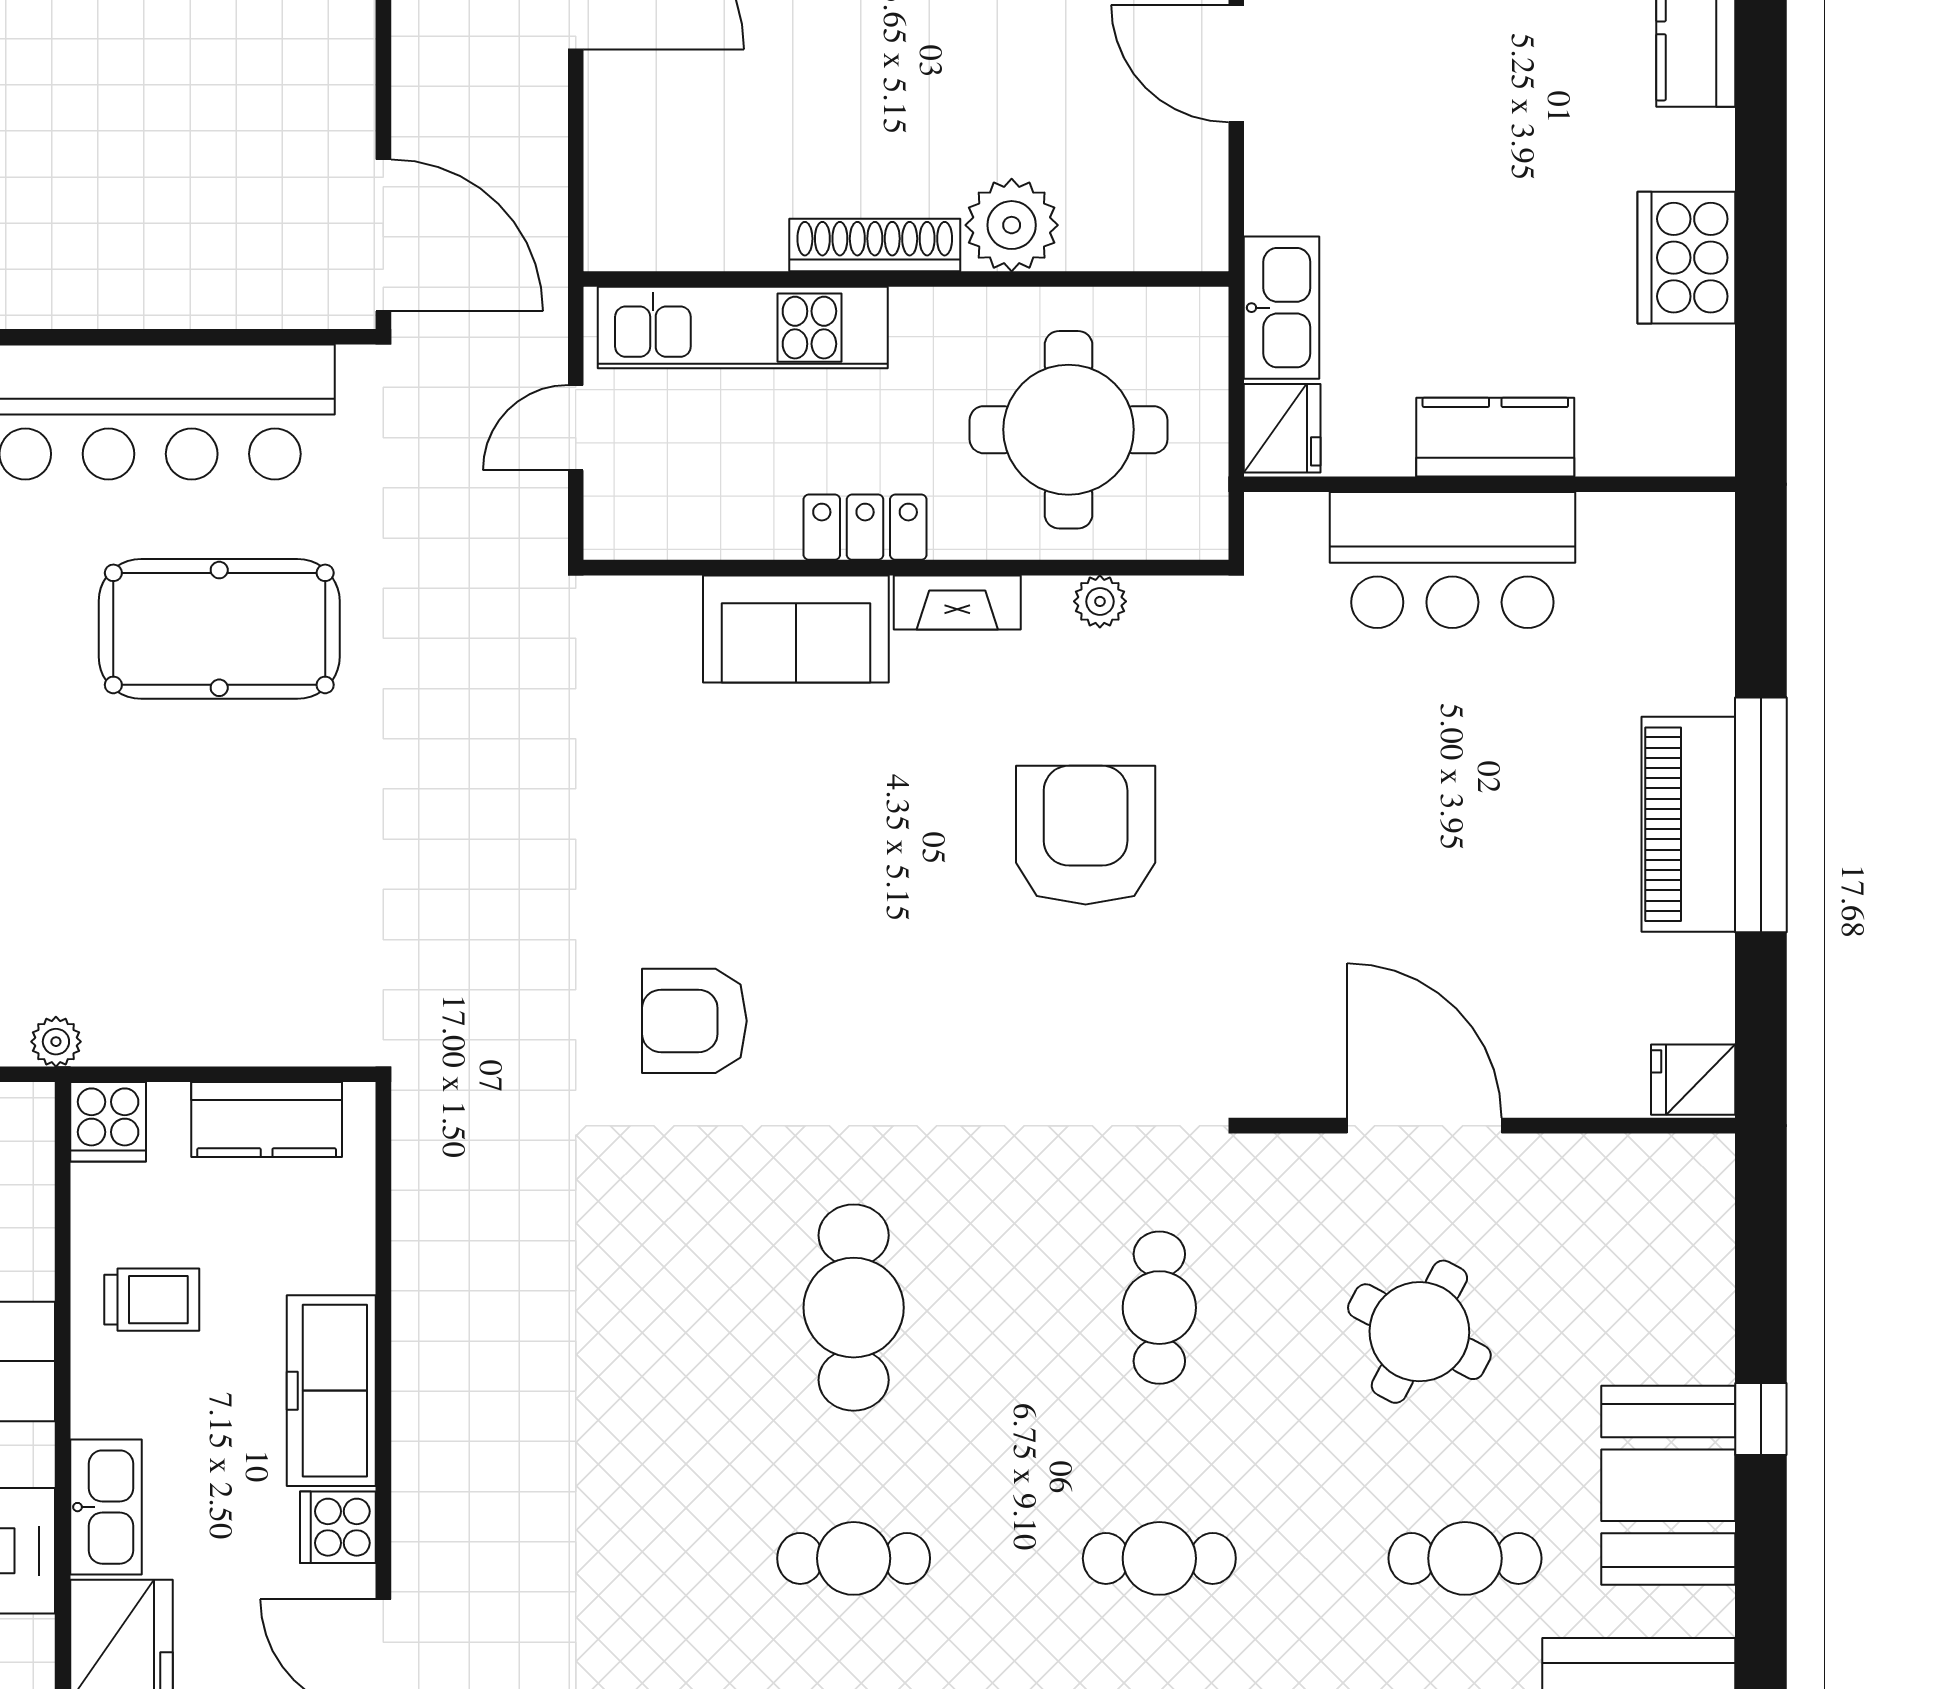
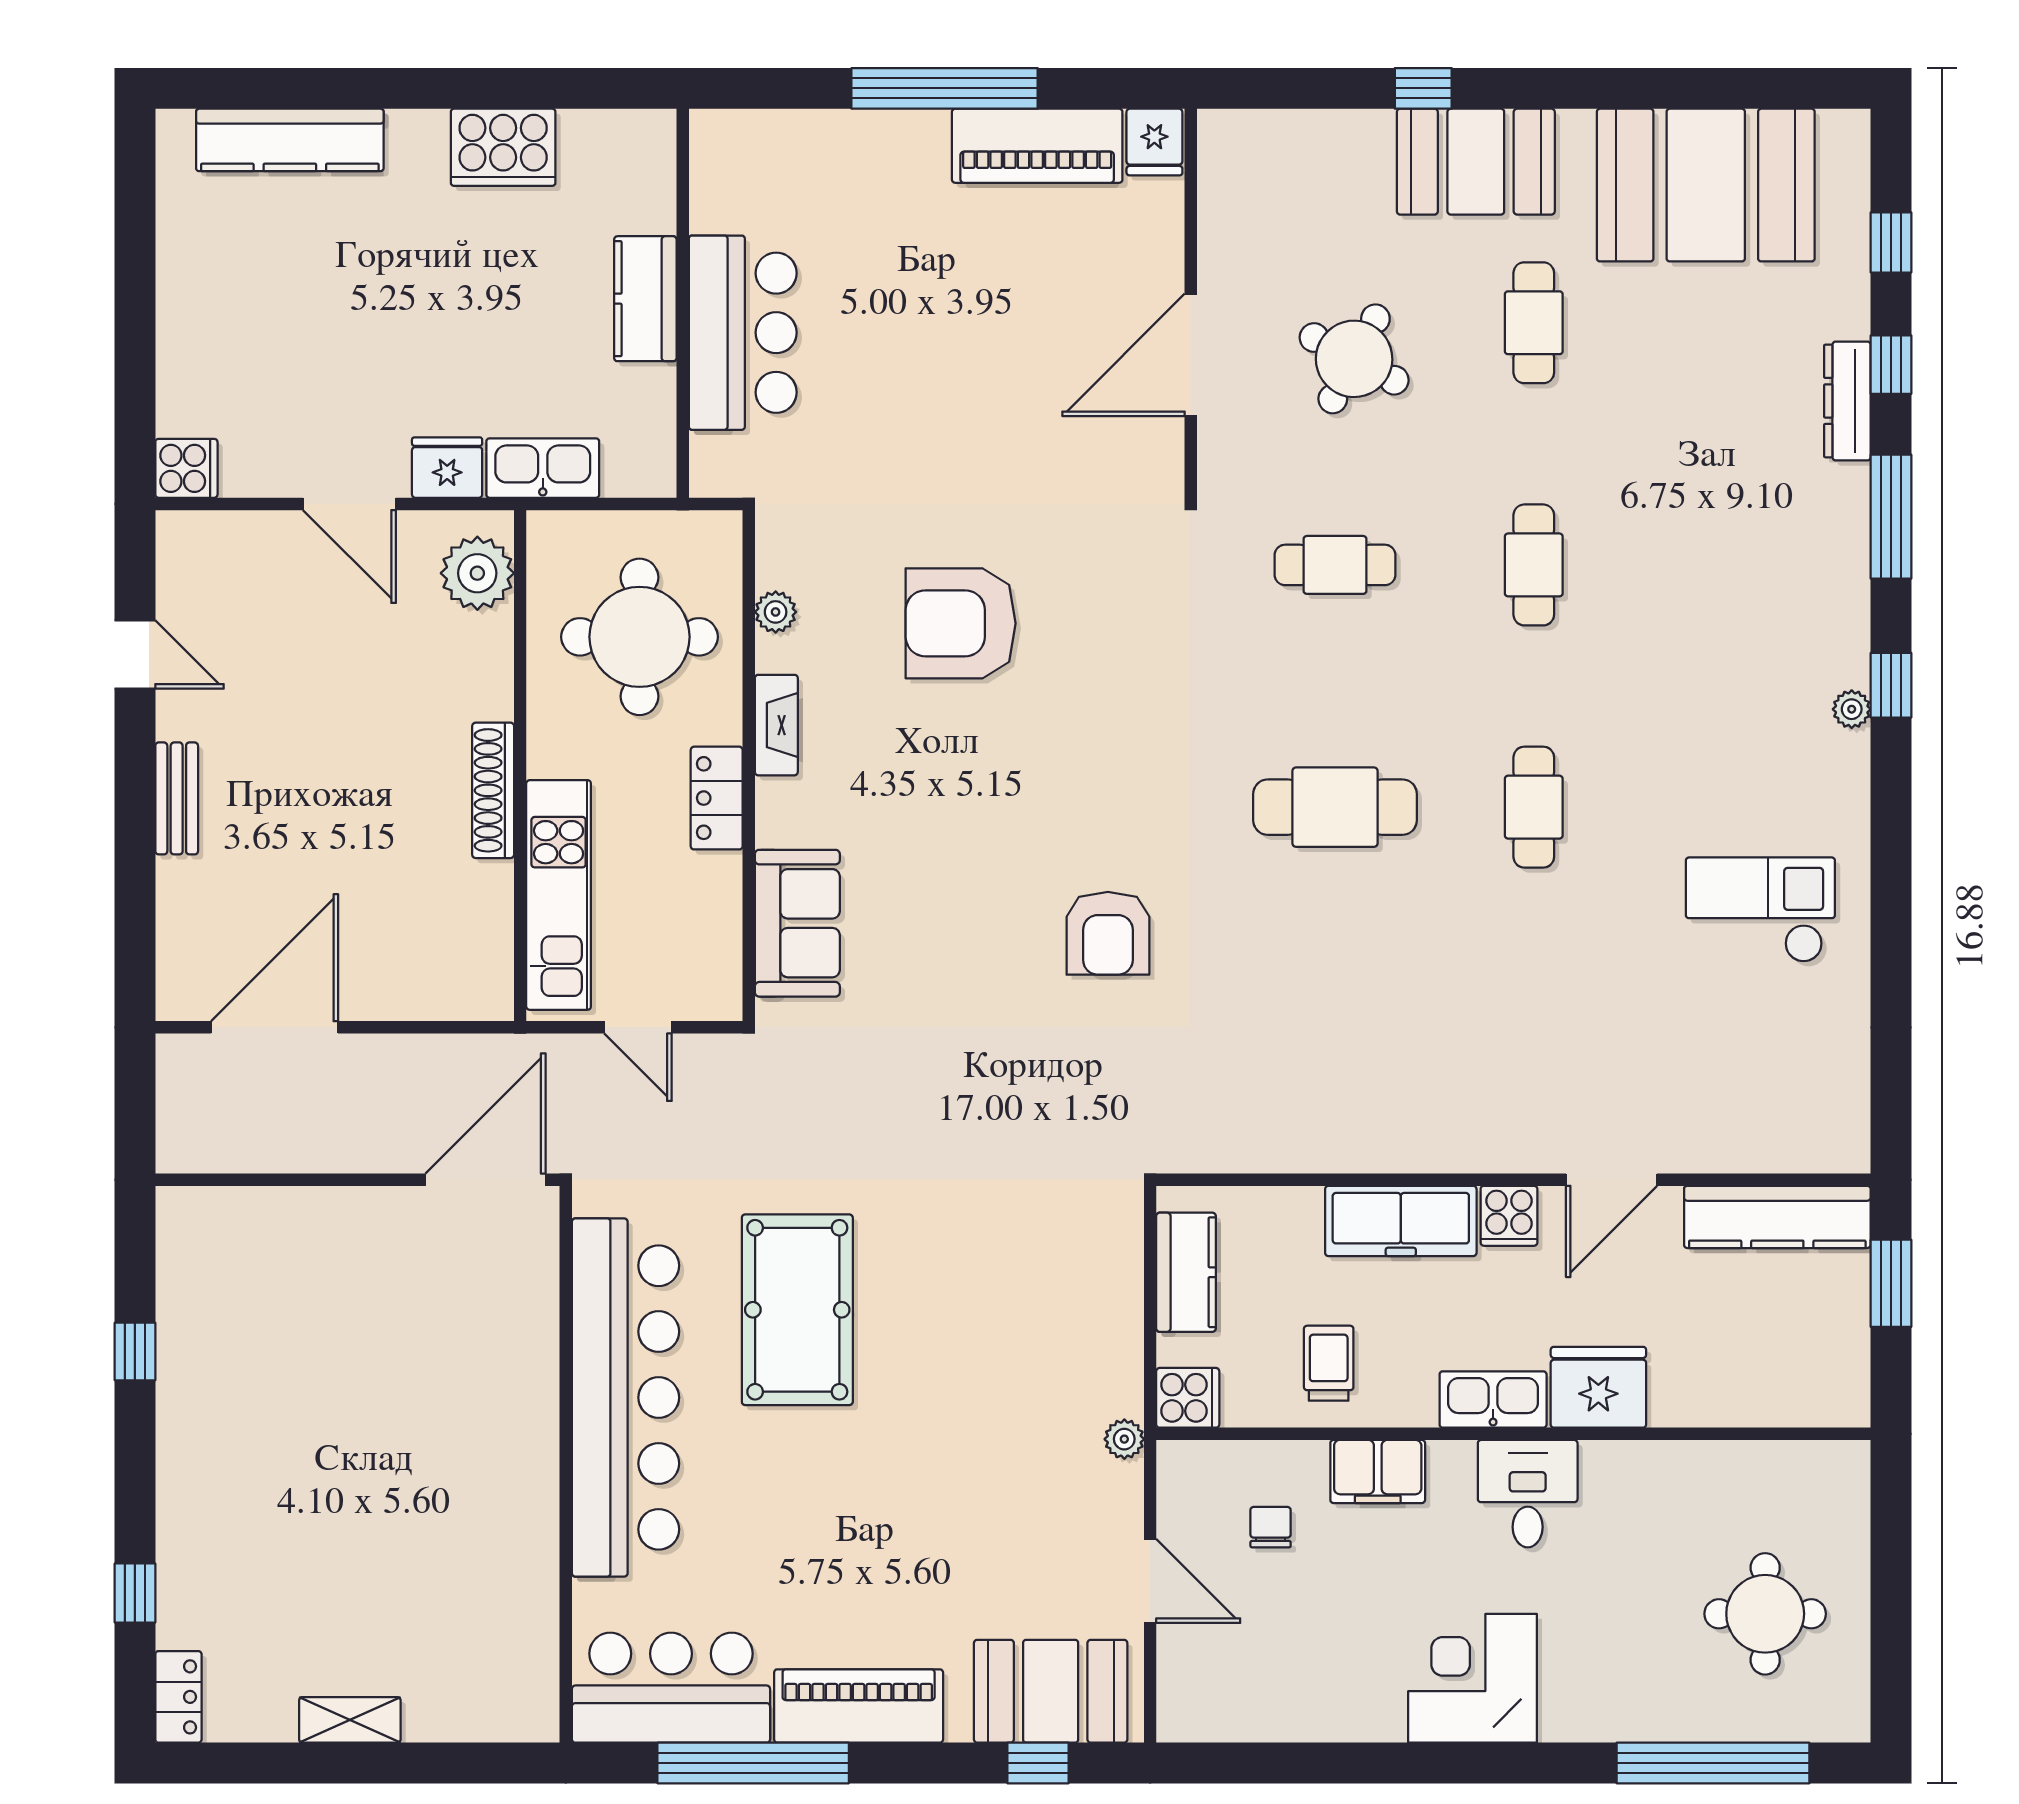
door: (1236, 64) -> (349, 504), hinge flipped
plant: (1012, 225) -> (477, 573), moved
fridge: (1282, 428) -> (447, 468), moved
sofa: (796, 629) -> (797, 923), moved
piano: (1688, 824) -> (1037, 146), moved

